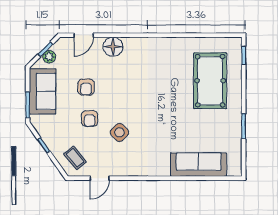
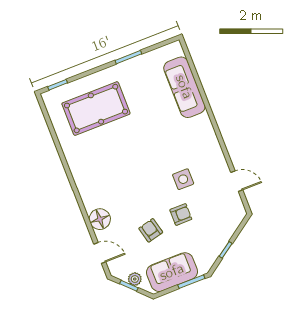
armchair: (86, 87) -> (151, 230), turned -104
side table: (119, 132) -> (183, 179), turned 45
coffee table: (75, 158) -> (226, 214), removed

